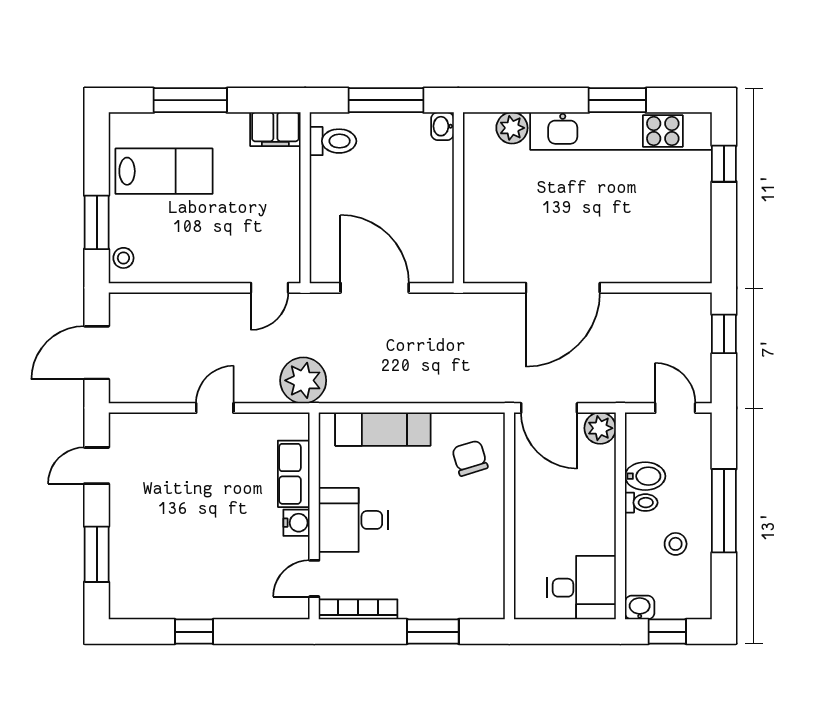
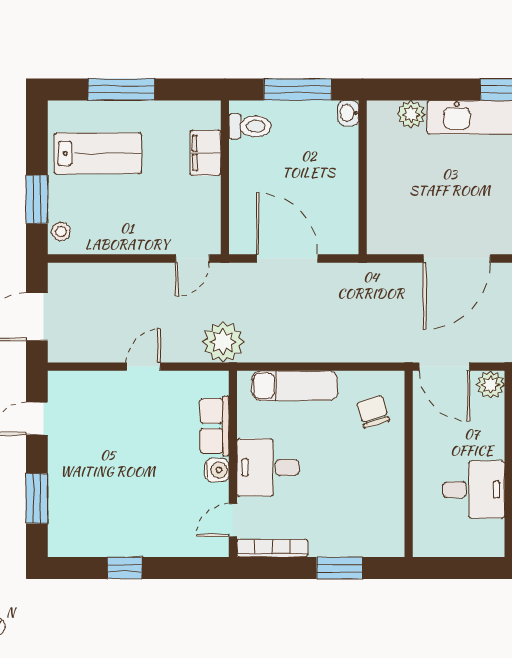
filing cabinet: (275, 129) -> (206, 153), moved, turned 90
desk: (582, 588) -> (474, 490), moved

